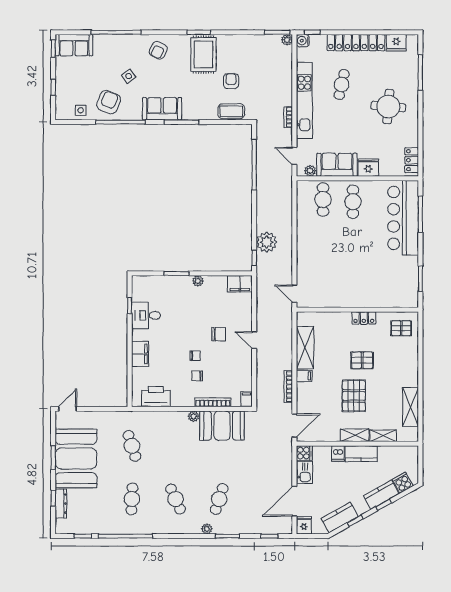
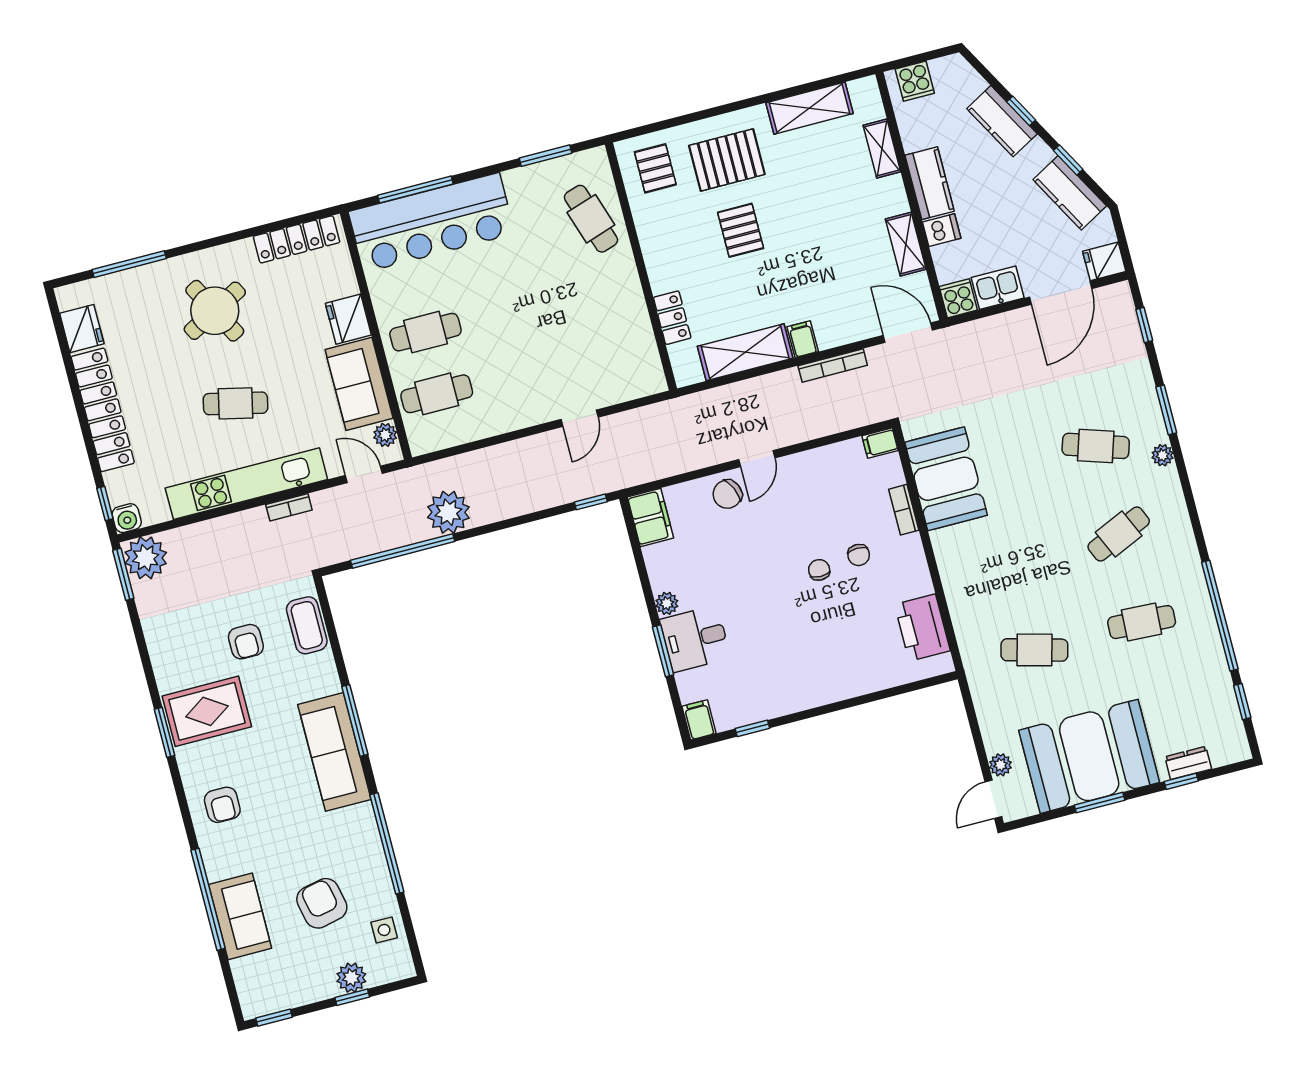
plant: (287, 40) -> (146, 558), width x1.87, depth x1.87
sofa: (74, 45) -> (240, 916), moved
armchair: (158, 50) -> (222, 805), turned 63
side table: (129, 76) -> (290, 851), removed
armchair: (231, 81) -> (246, 642), turned -90
cafe table: (342, 85) -> (236, 403), moved
plant: (62, 89) -> (351, 978), added
armchair: (109, 102) -> (322, 903), moved, turned 56
round table: (388, 107) -> (215, 311), turned -33
sofa: (162, 109) -> (334, 752), width x1.36
door: (294, 156) -> (364, 474), swing flipped
locker: (412, 160) -> (297, 239), width x1.53
plant: (267, 242) -> (448, 512), moved
cafe table: (386, 292) -> (591, 219), added
door: (294, 294) -> (580, 418), moved
desk: (146, 315) -> (695, 639), moved, turned 90
locker: (364, 318) -> (672, 318), moved
chair: (219, 334) -> (727, 494), moved, turned -114
filing cabinet: (140, 354) -> (699, 720), moved, width x0.50
pallet: (354, 396) -> (727, 160), moved
bookcase: (213, 402) -> (904, 510), width x0.64
door: (68, 409) -> (993, 799), hinge flipped
plant: (194, 416) -> (1000, 765), moved
shelving: (355, 435) -> (906, 244), moved
cafe table: (132, 446) -> (1034, 650), turned 33
cooker: (403, 483) -> (915, 81), moved, turned -61
door: (294, 501) -> (1061, 293), hinge flipped
dresser: (61, 504) -> (1188, 763), width x0.70

